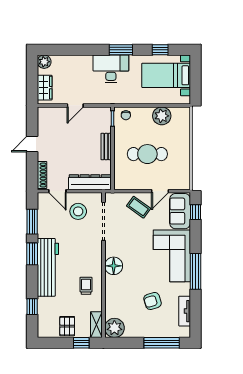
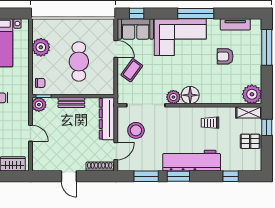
plant: (104, 114) -> (39, 105), added
plant: (112, 249) -> (173, 97), added
armchair: (152, 301) -> (225, 56), turned 107

